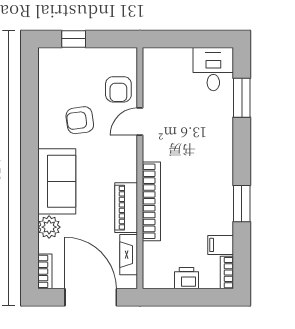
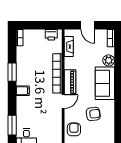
door: (140, 122) -> (63, 102), moved
piano: (126, 208) -> (70, 82), moved
filing cabinet: (221, 245) -> (23, 91), moved
printer: (186, 278) -> (51, 35), moved
door: (91, 297) -> (88, 25), width x0.53

